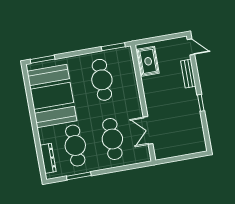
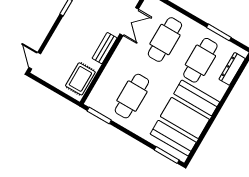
bench: (188, 74) -> (105, 48), moved

